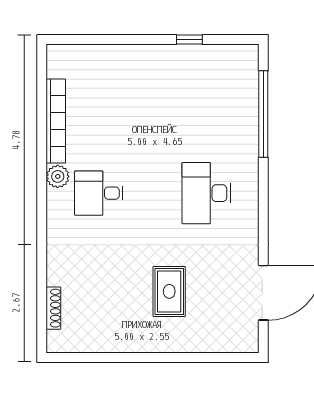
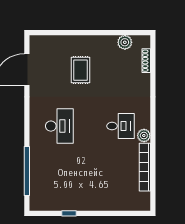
plant: (91, 340) -> (125, 42), added

